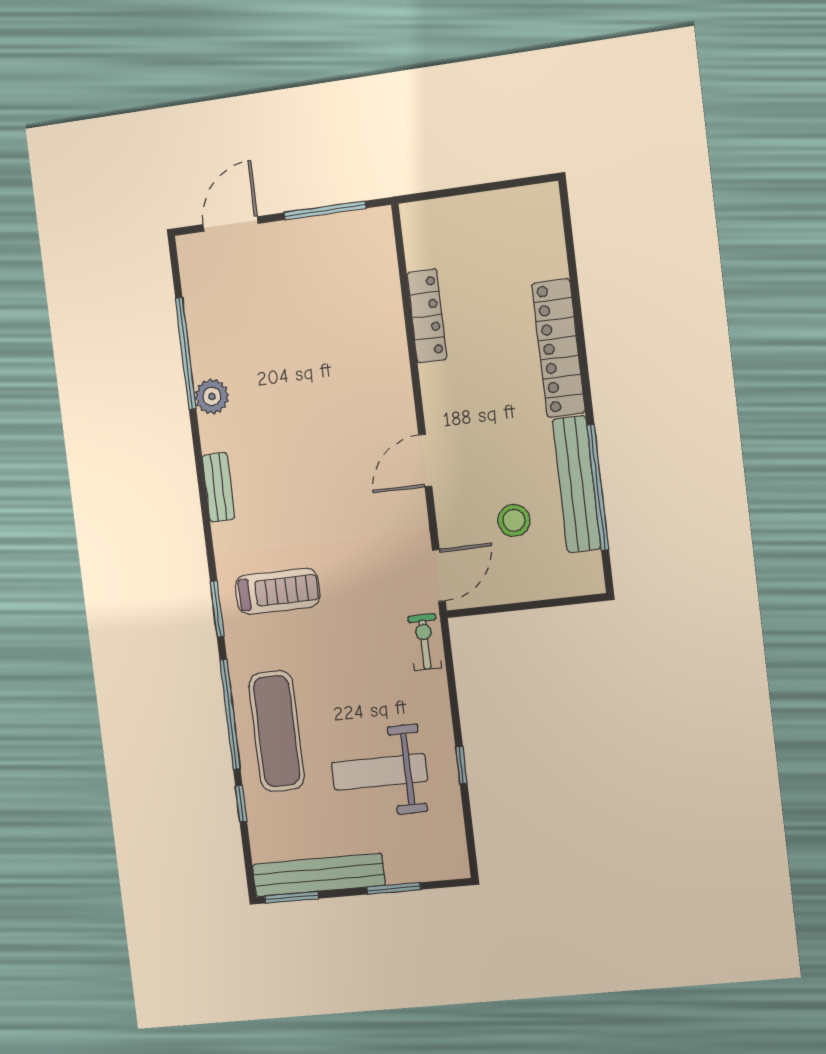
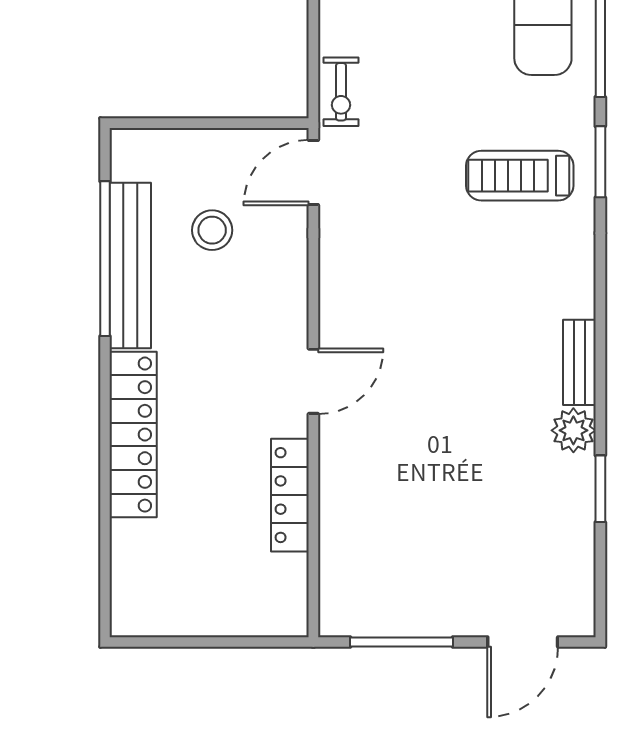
window: (186, 353) -> (600, 489), width x0.47
door: (425, 460) -> (313, 381), moved
bench: (218, 487) -> (579, 362), moved

